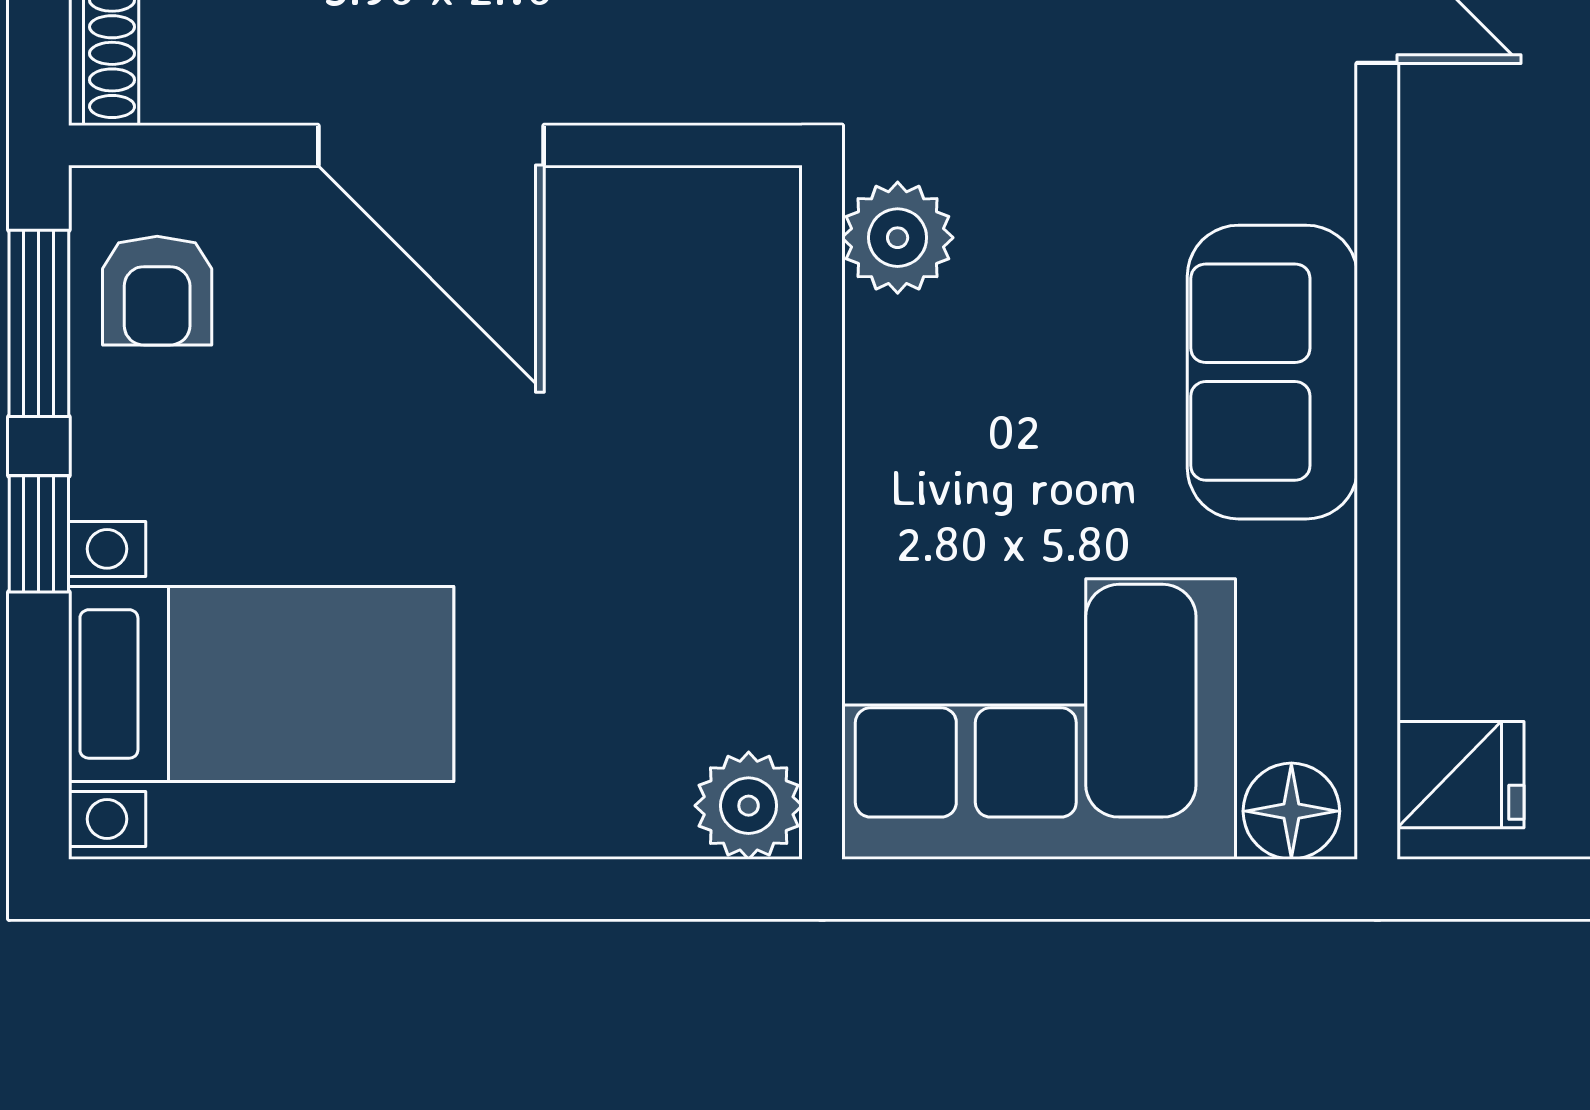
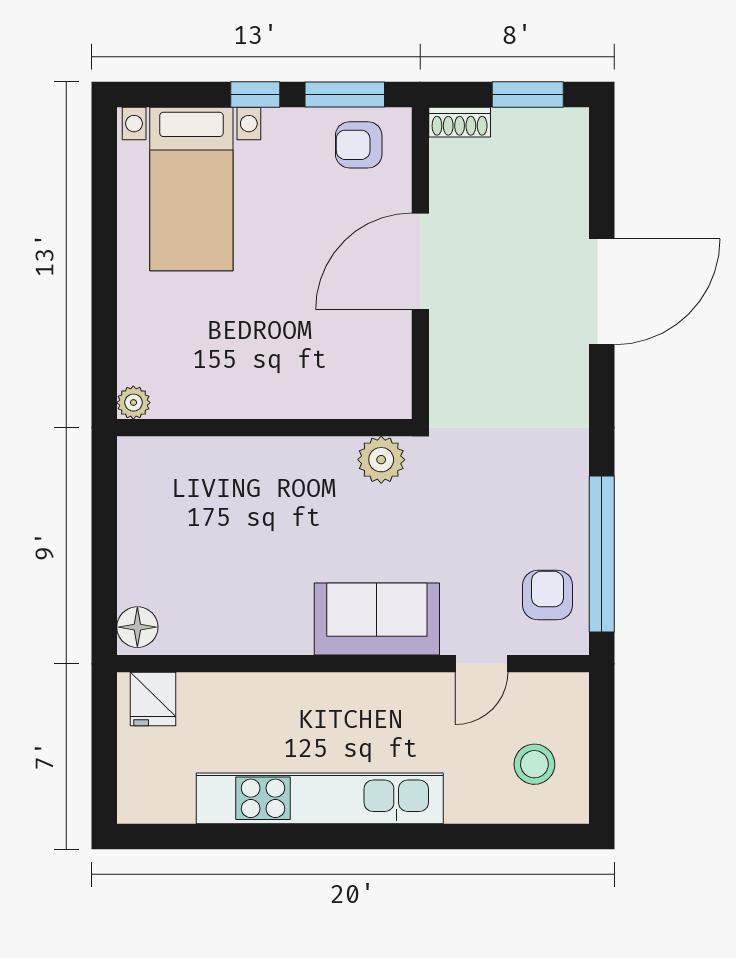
sofa: (1272, 372) -> (377, 619), moved
corner sofa: (1039, 719) -> (177, 520), removed
plant: (749, 806) -> (133, 403), width x0.73, depth x0.73

